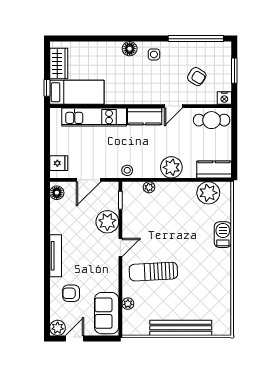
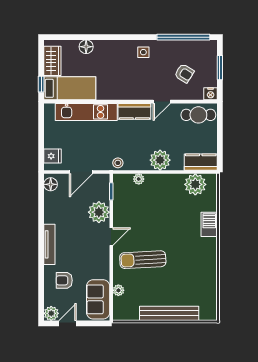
floor lamp: (130, 49) -> (86, 47), moved

